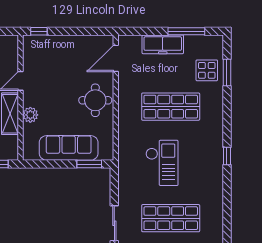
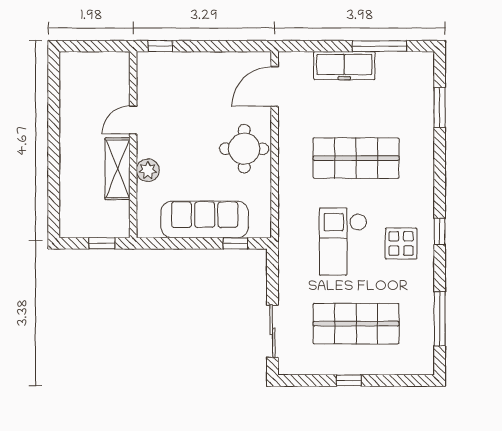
display table: (207, 70) -> (401, 243), moved
checkout: (162, 163) -> (343, 242), turned 180
window: (89, 164) -> (235, 243), width x0.67
window: (227, 215) -> (440, 319), added

